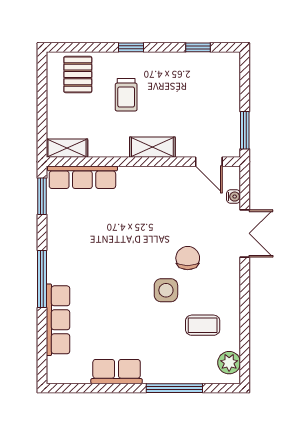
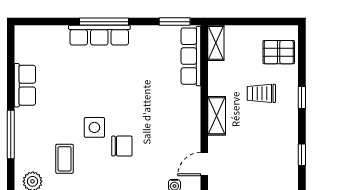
row of seats: (58, 320) -> (99, 35), moved

